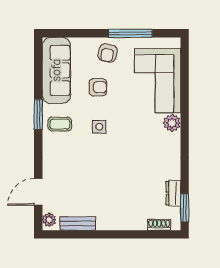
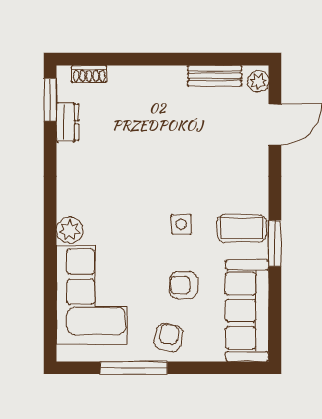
coffee table: (60, 124) -> (242, 228), width x1.36, depth x1.30

